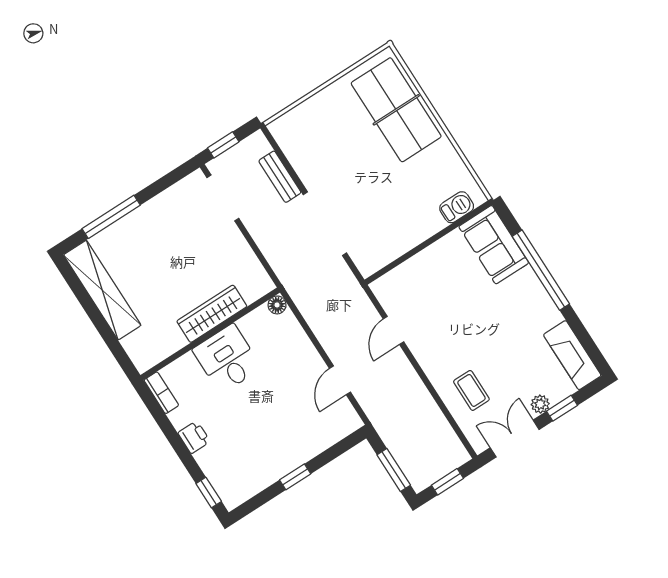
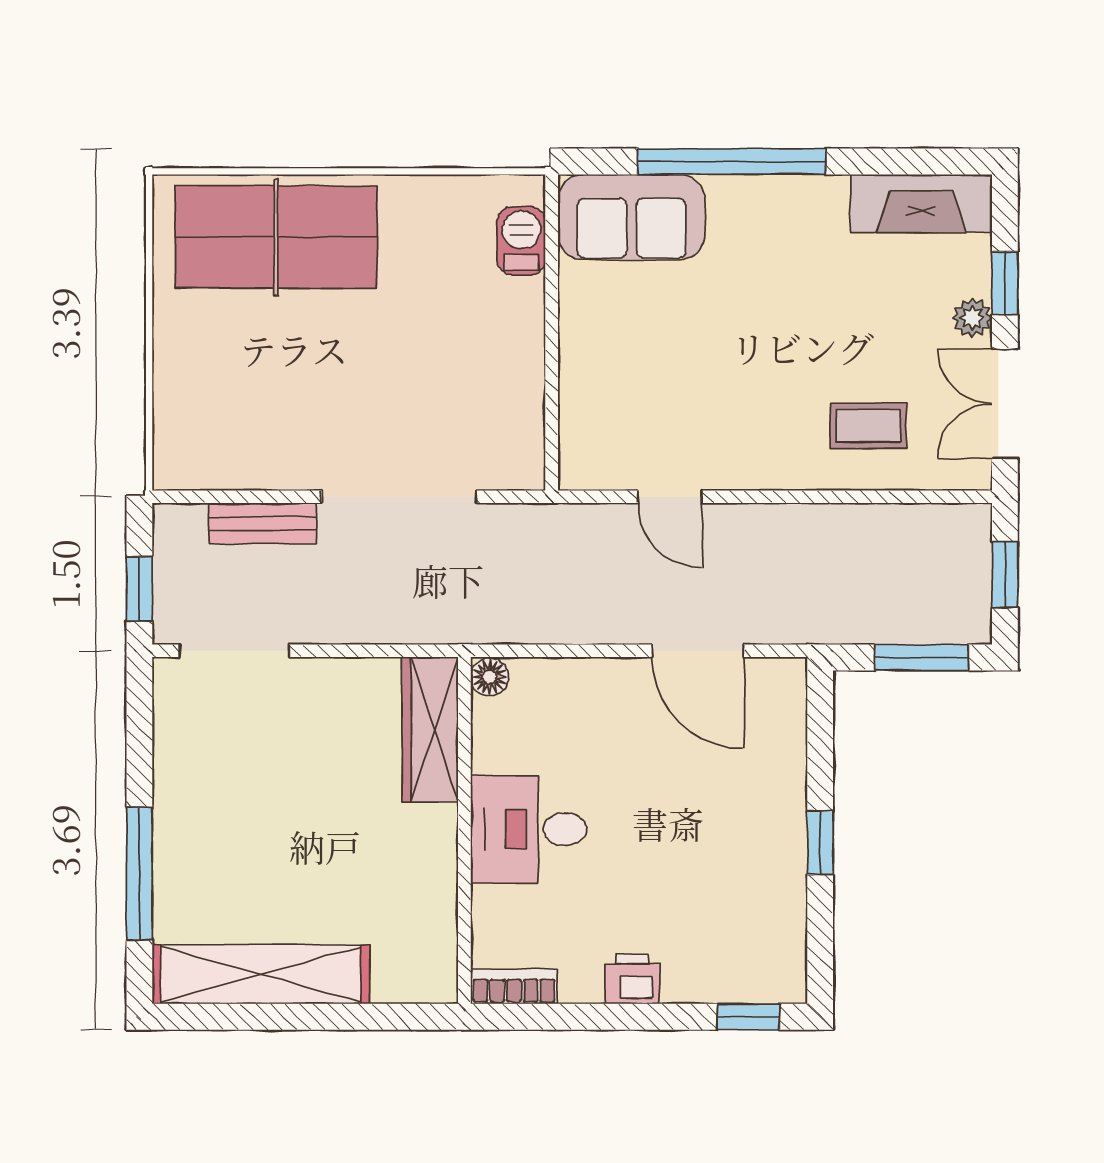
wardrobe: (212, 314) -> (430, 729), moved
door: (340, 380) -> (698, 651), width x1.38

